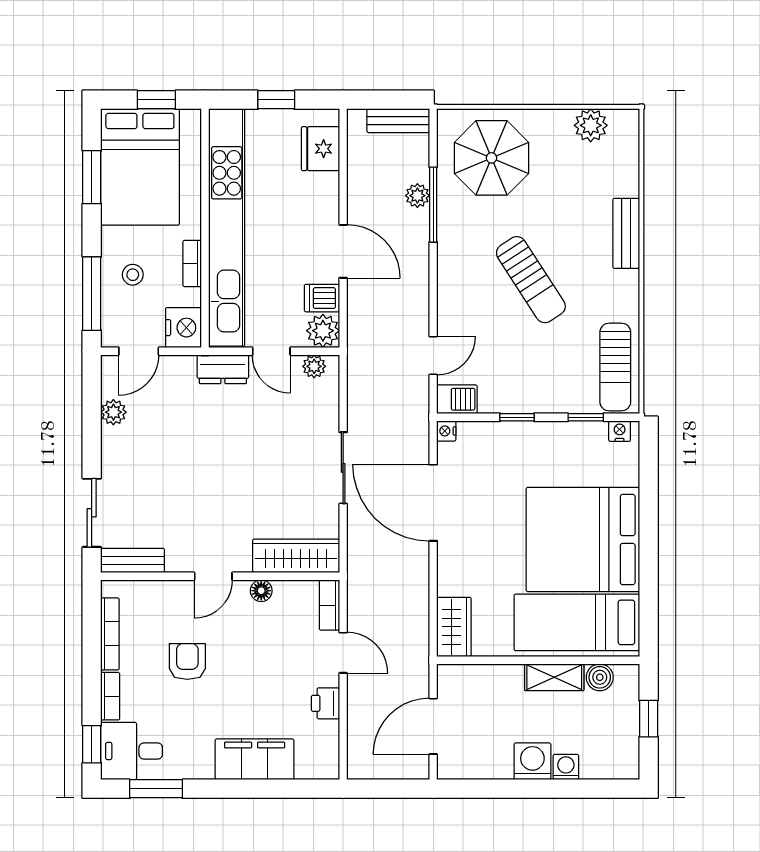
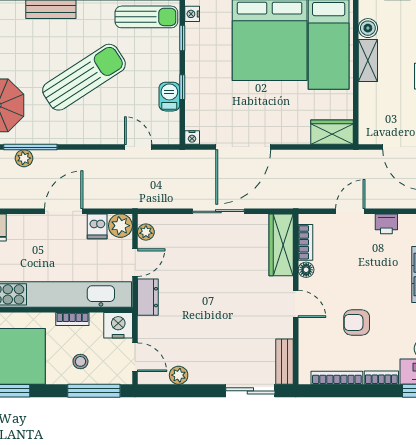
sun lounger: (531, 280) -> (84, 77), width x1.36, depth x1.34
barbecue: (457, 399) -> (169, 97), moved
bookcase: (329, 605) -> (305, 242), moved, turned -90

